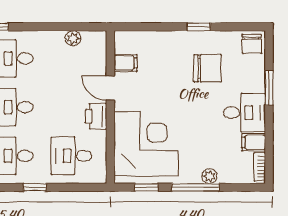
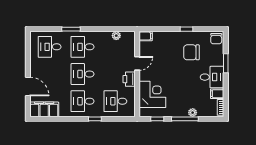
filing cabinet: (126, 63) -> (146, 36), moved
chair: (207, 68) -> (191, 52), turned 180
door: (110, 88) -> (137, 63), swing flipped
corner desk: (146, 144) -> (152, 94), width x0.74, depth x0.74

